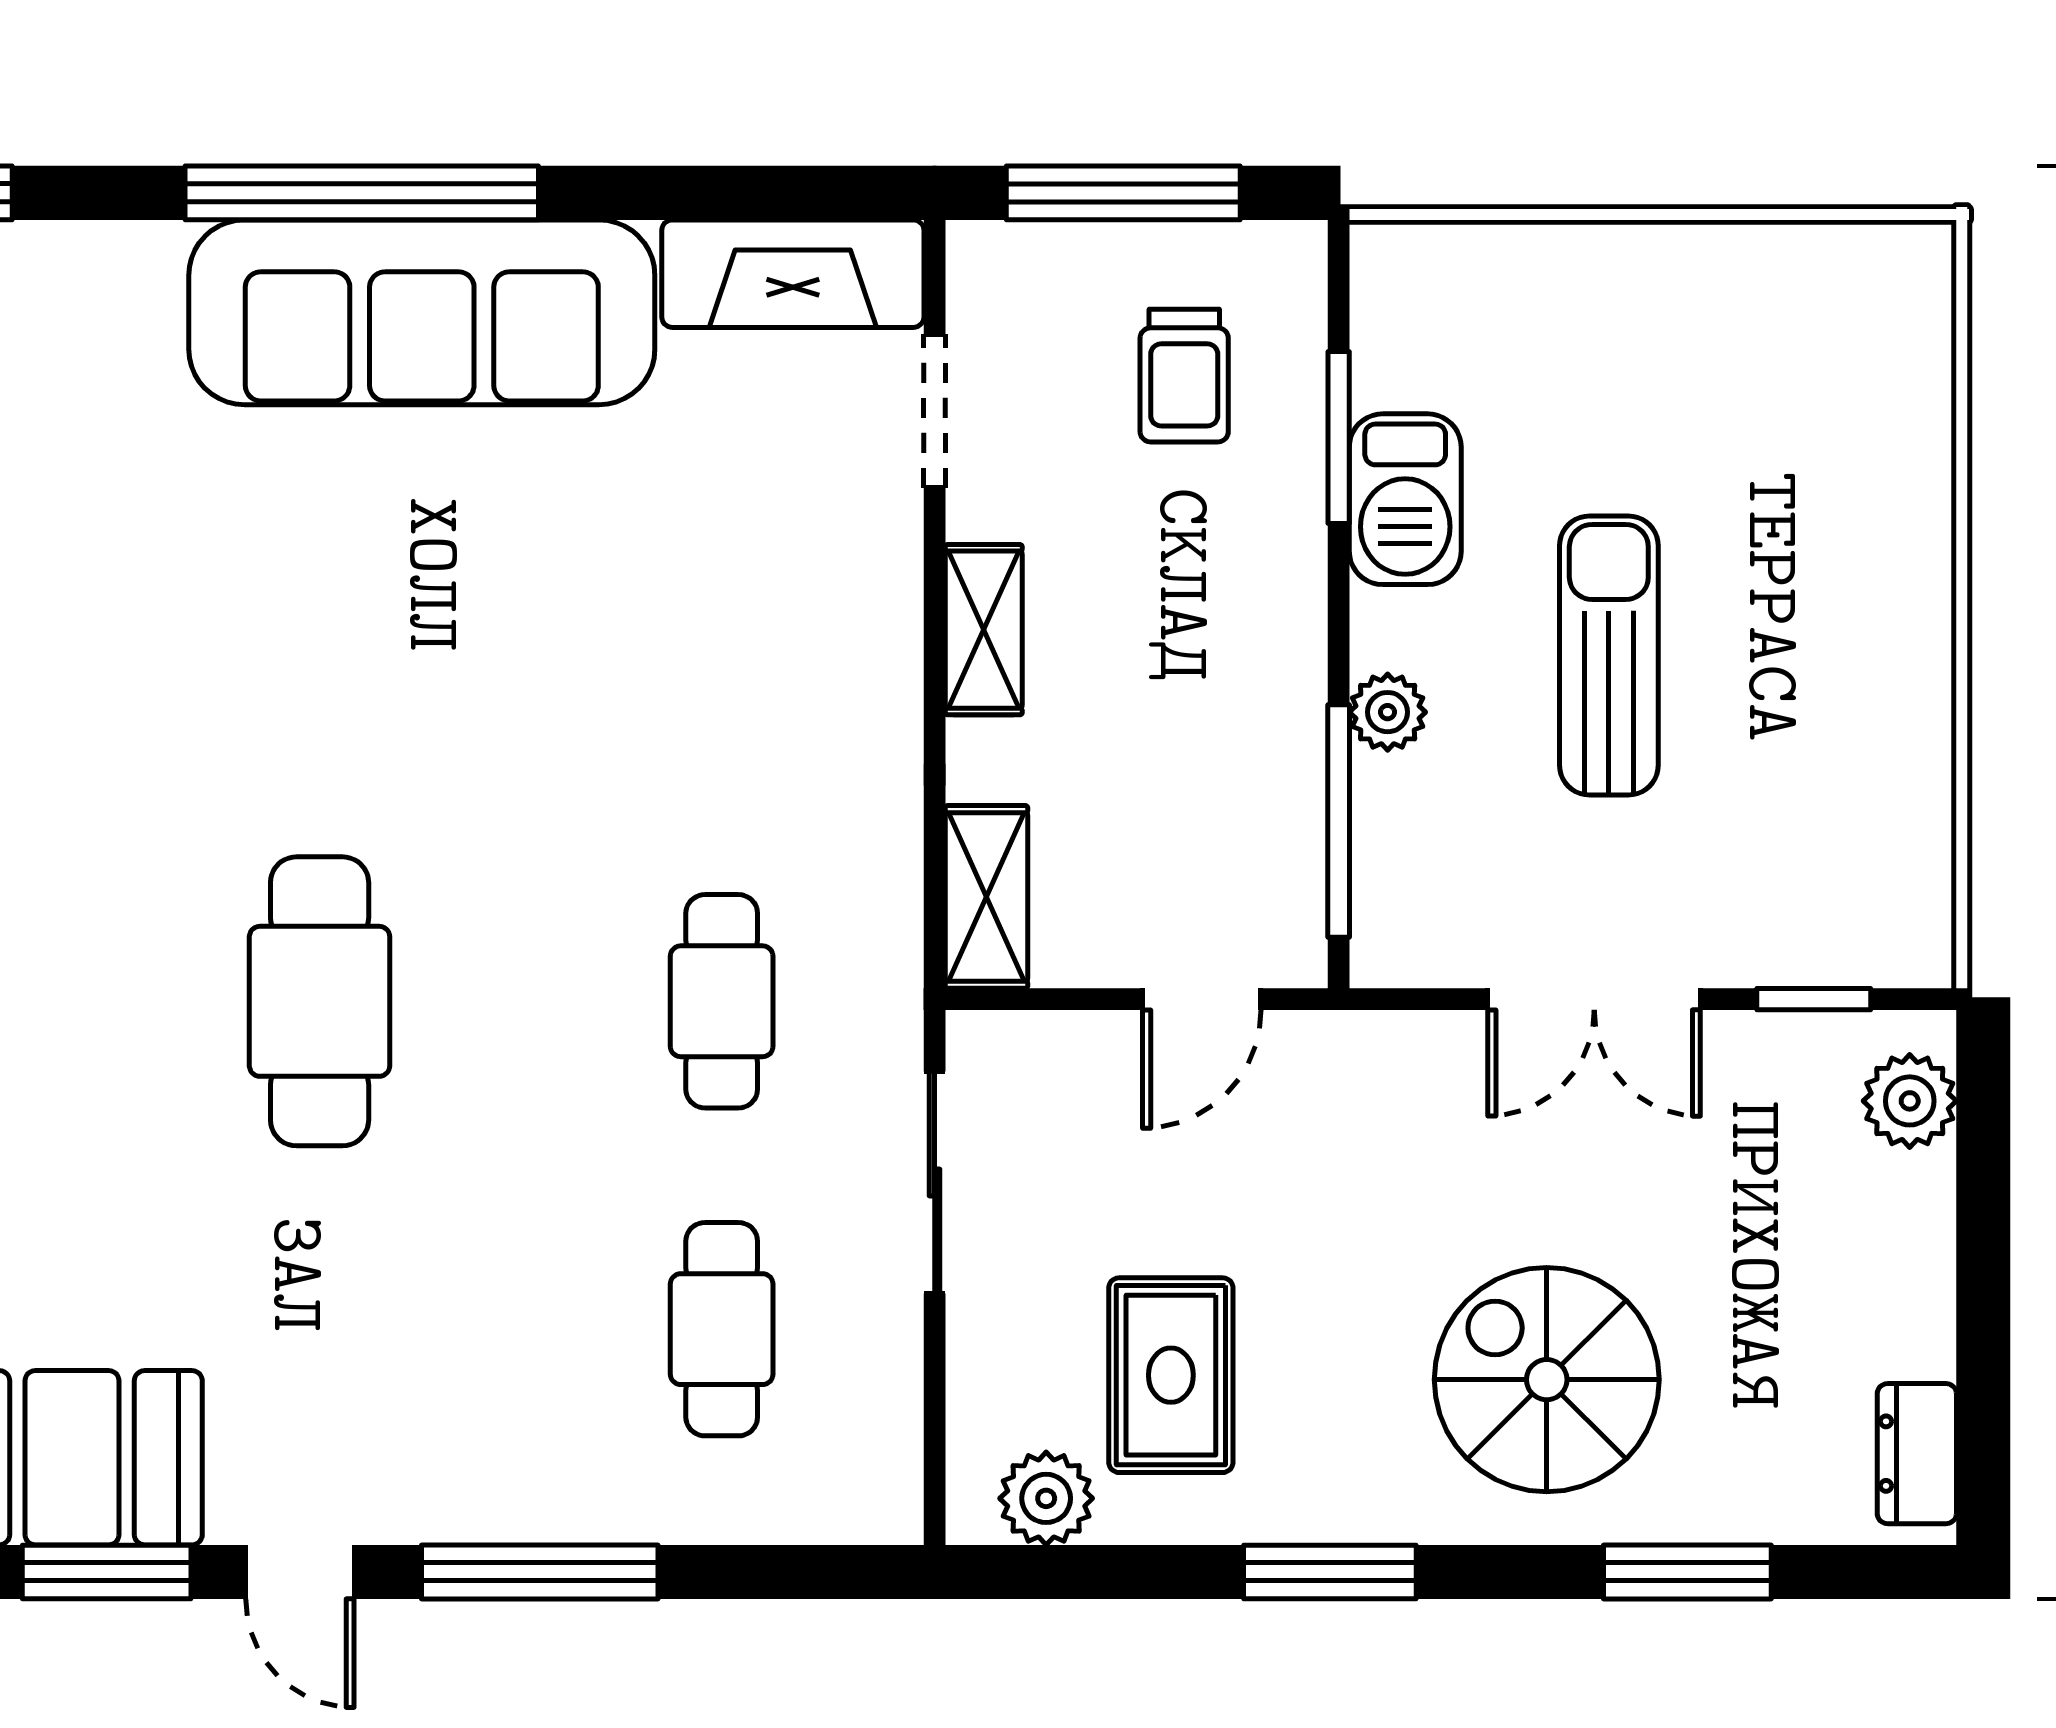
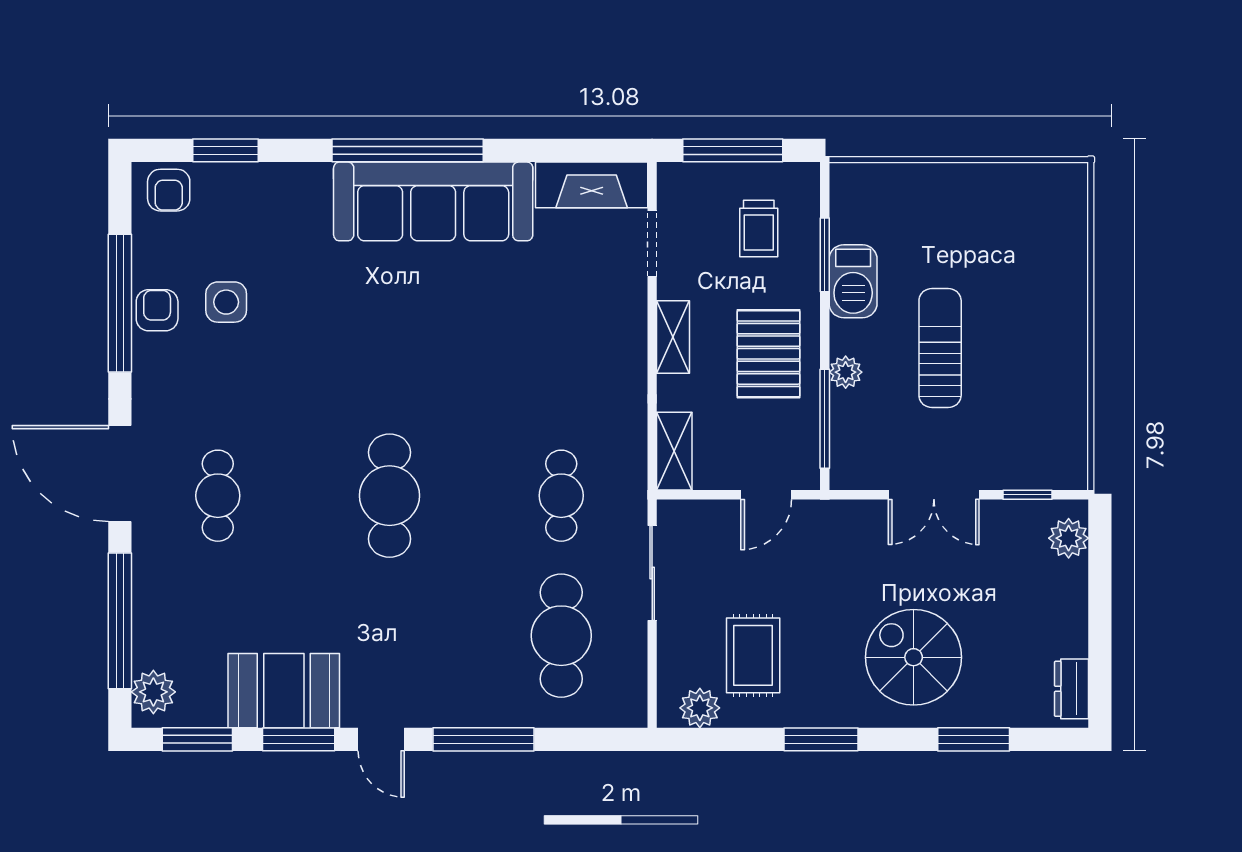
pallet: (1207, 669) -> (768, 354), added
cafe table: (722, 1329) -> (561, 636), width x1.37, depth x1.35

